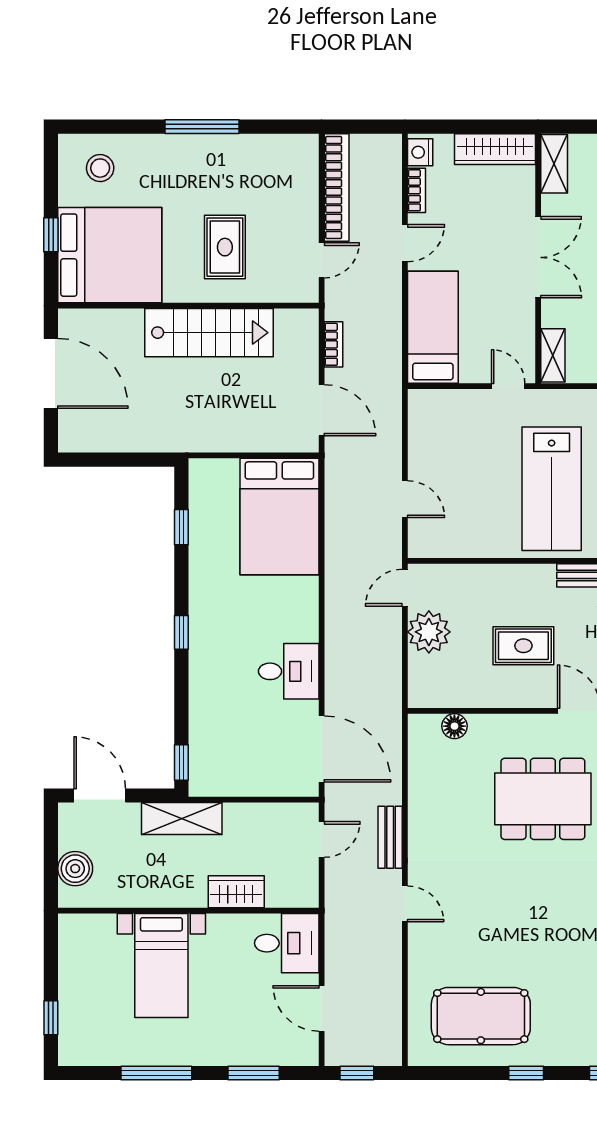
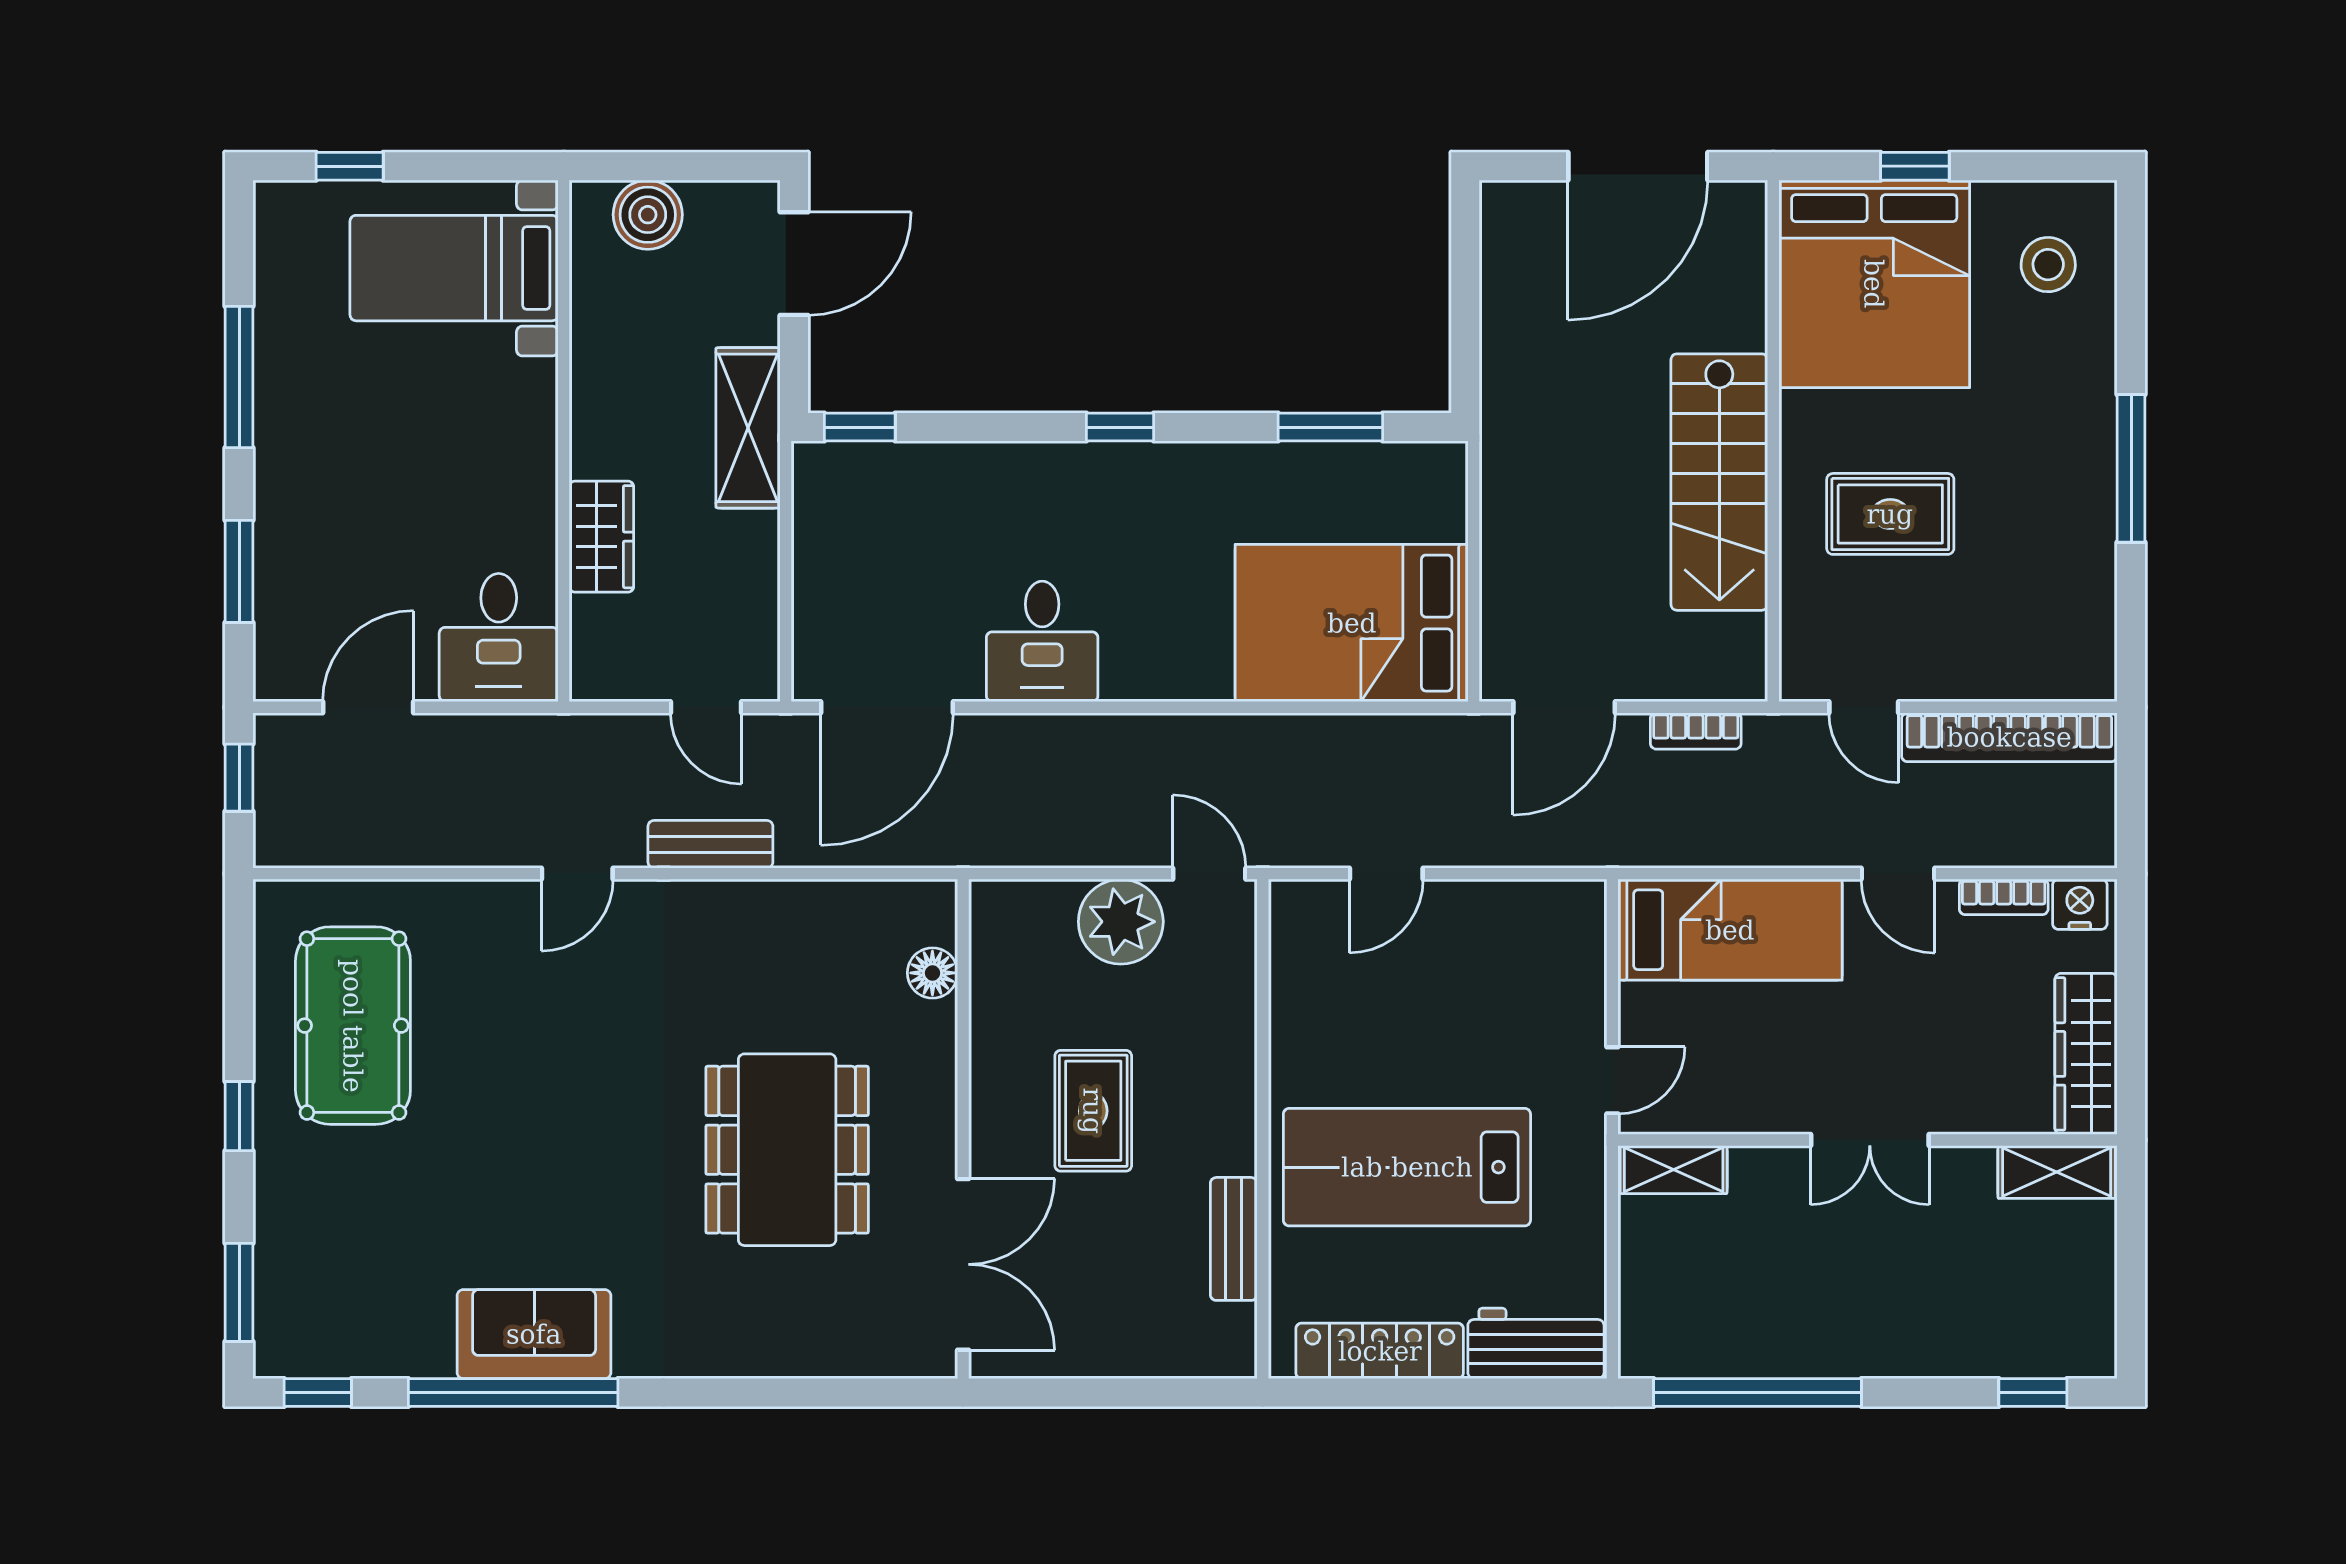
double door: (538, 257) -> (1870, 1140), width x0.73
window: (181, 527) -> (1330, 427), width x1.50
bed with nightstands: (161, 965) -> (454, 268), moved

